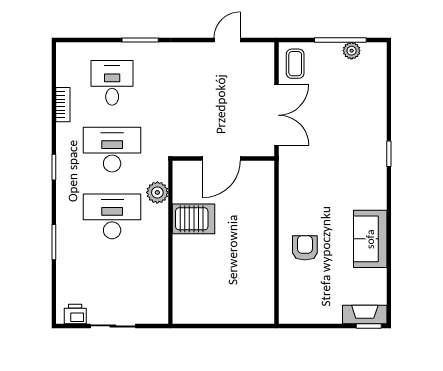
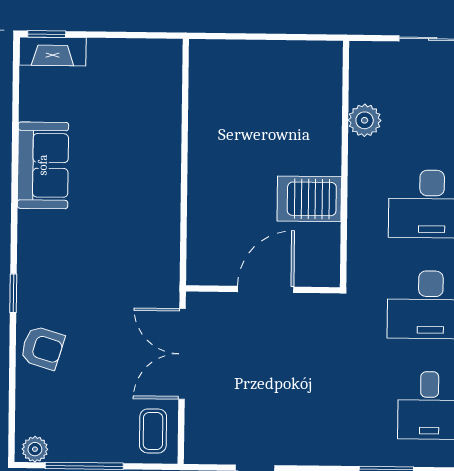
plant: (352, 51) -> (35, 449), moved
plant: (157, 192) -> (365, 120), moved
armchair: (305, 248) -> (42, 348), moved, turned -73

